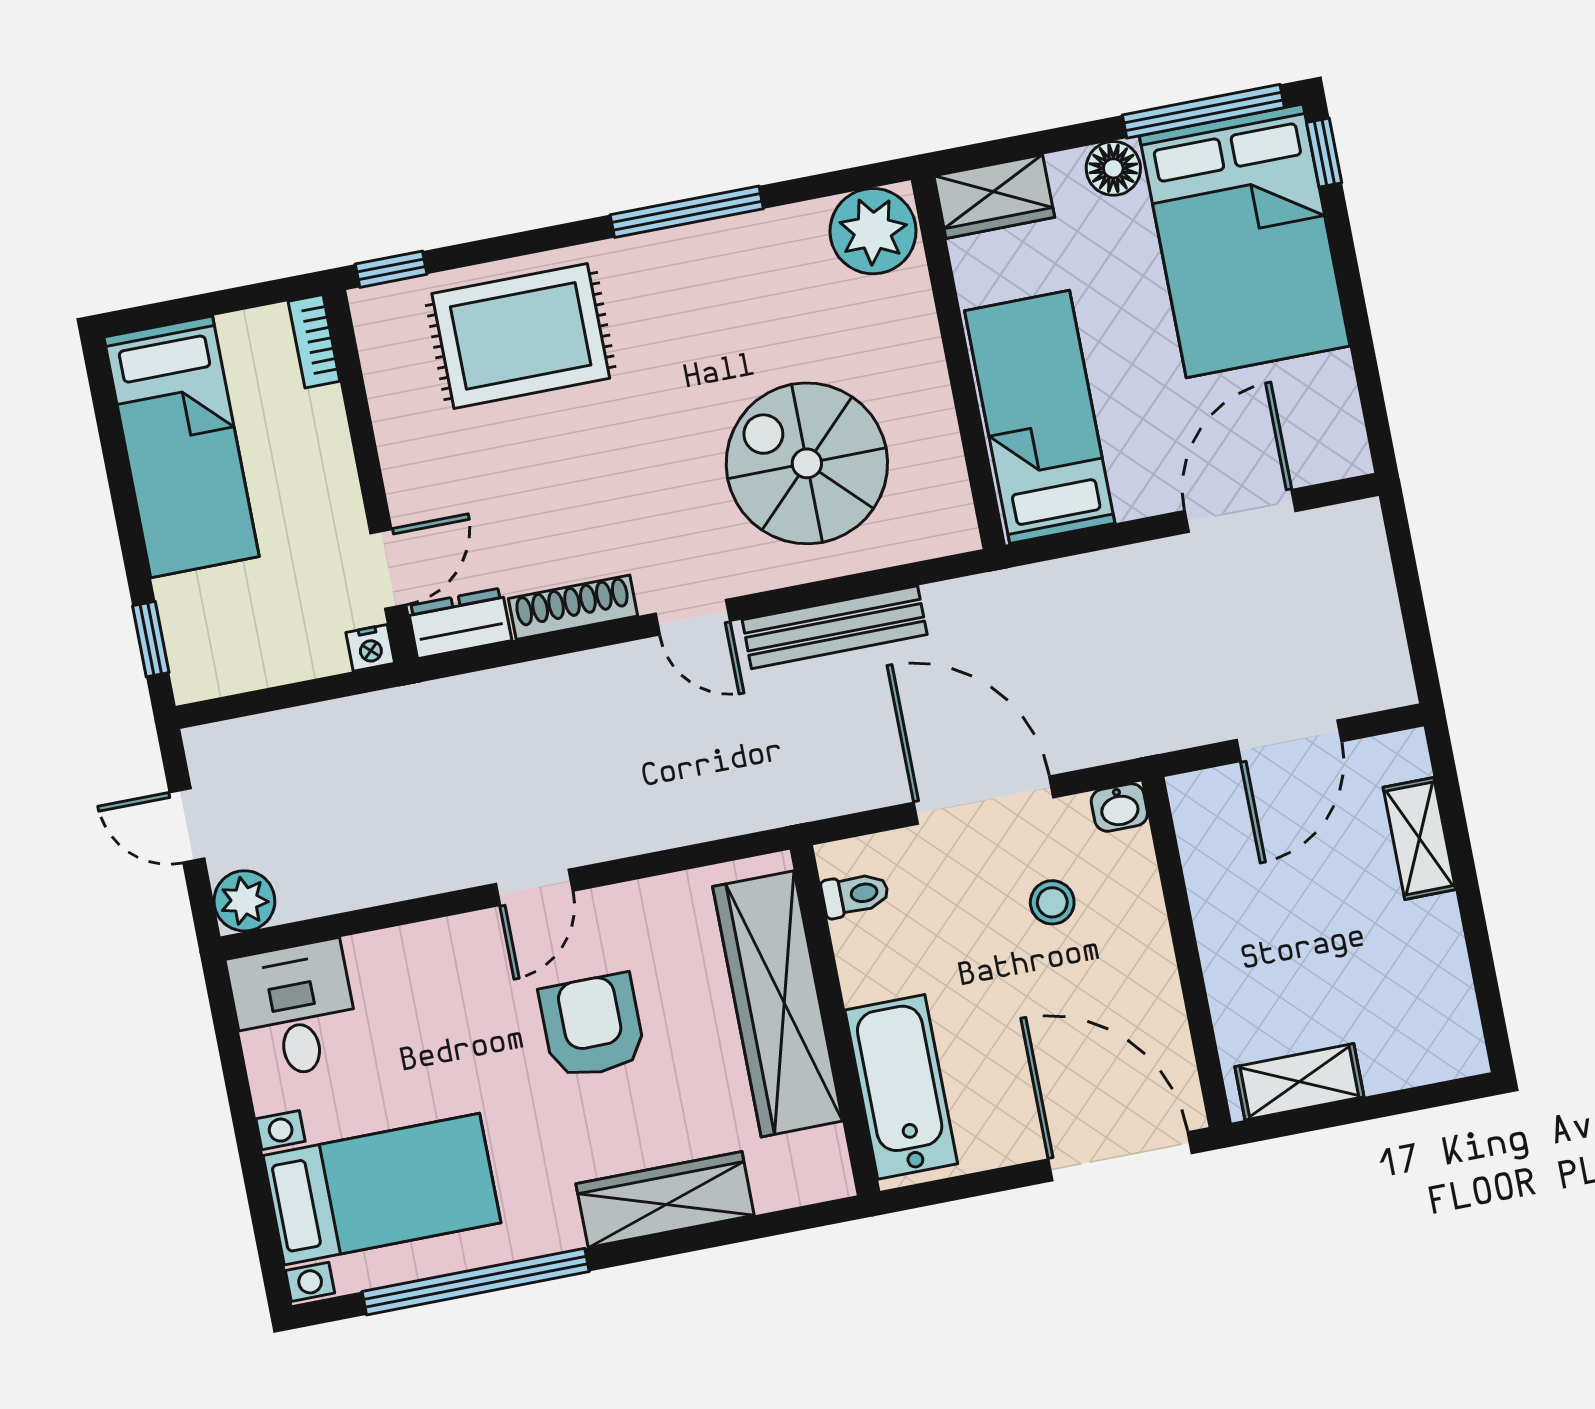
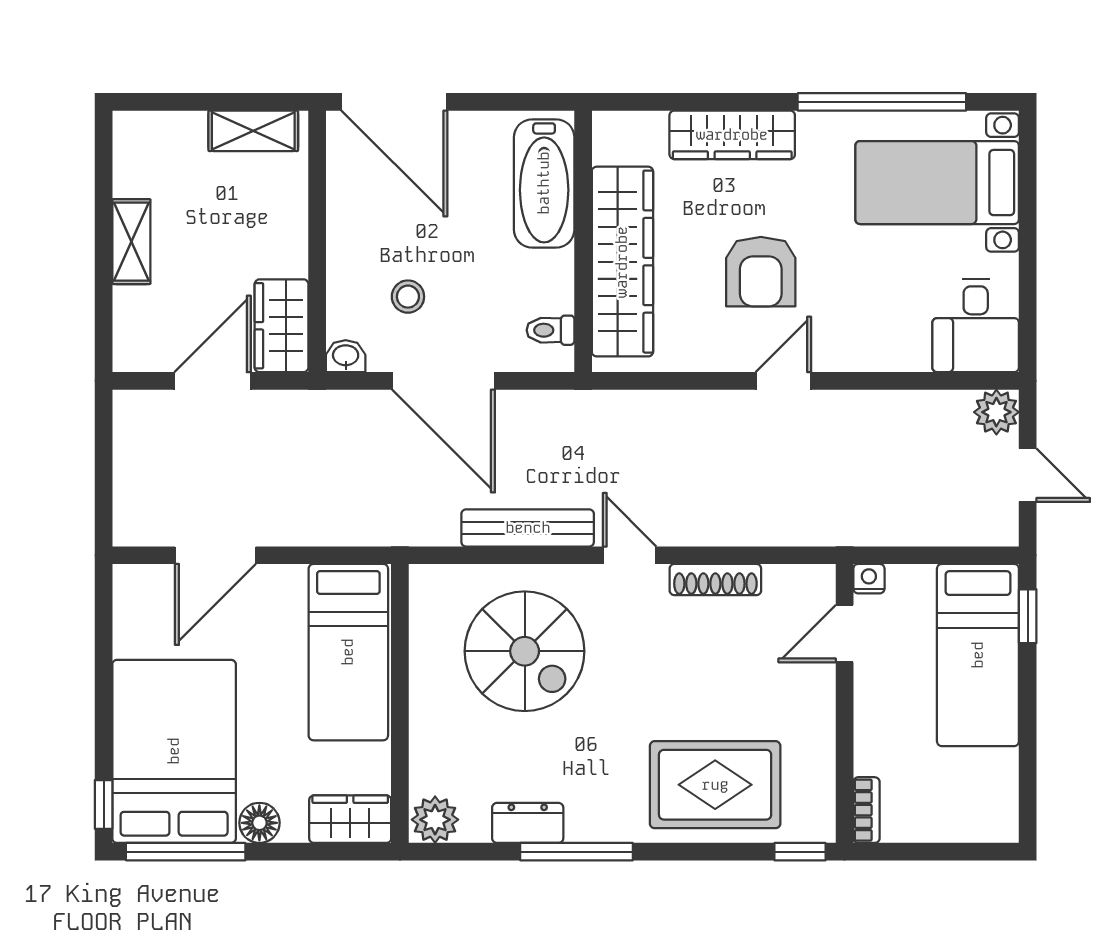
plant: (873, 231) -> (435, 820), width x0.73, depth x0.73
bed: (182, 447) -> (978, 655), moved, turned 180
dresser: (460, 623) -> (528, 823), moved, turned 180
wardrobe: (1212, 831) -> (282, 326), added
shelving: (1419, 838) -> (131, 242), moved

